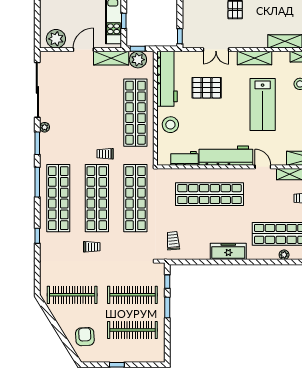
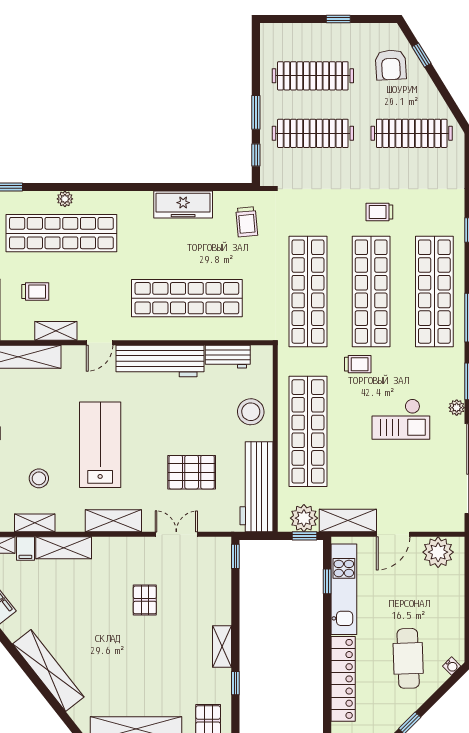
checkout: (79, 120) -> (401, 419), added
door: (263, 167) -> (100, 343), hinge flipped
freezer: (228, 251) -> (183, 204), moved
window: (66, 343) -> (421, 55), added

